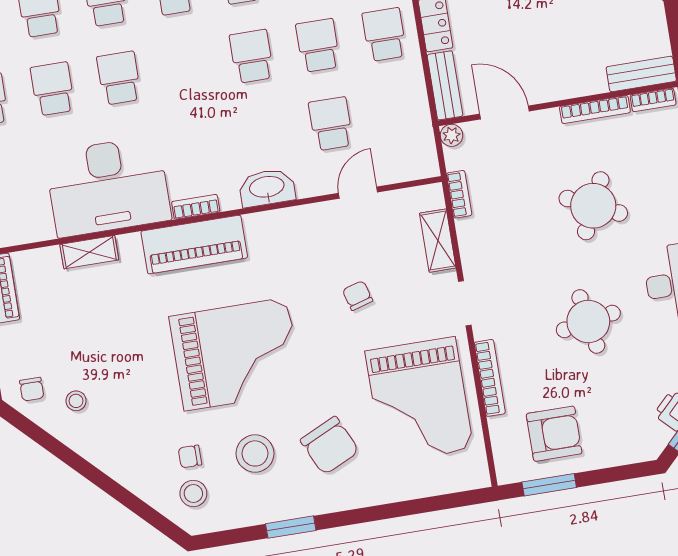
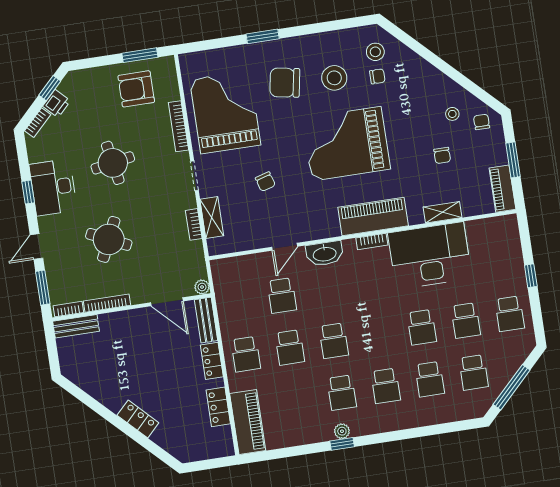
door: (358, 193) -> (285, 247), moved
bookcase: (459, 194) -> (194, 224), moved
chair: (91, 338) -> (442, 155), added
chair: (330, 446) -> (285, 83), turned -55
window: (291, 527) -> (263, 36), moved

